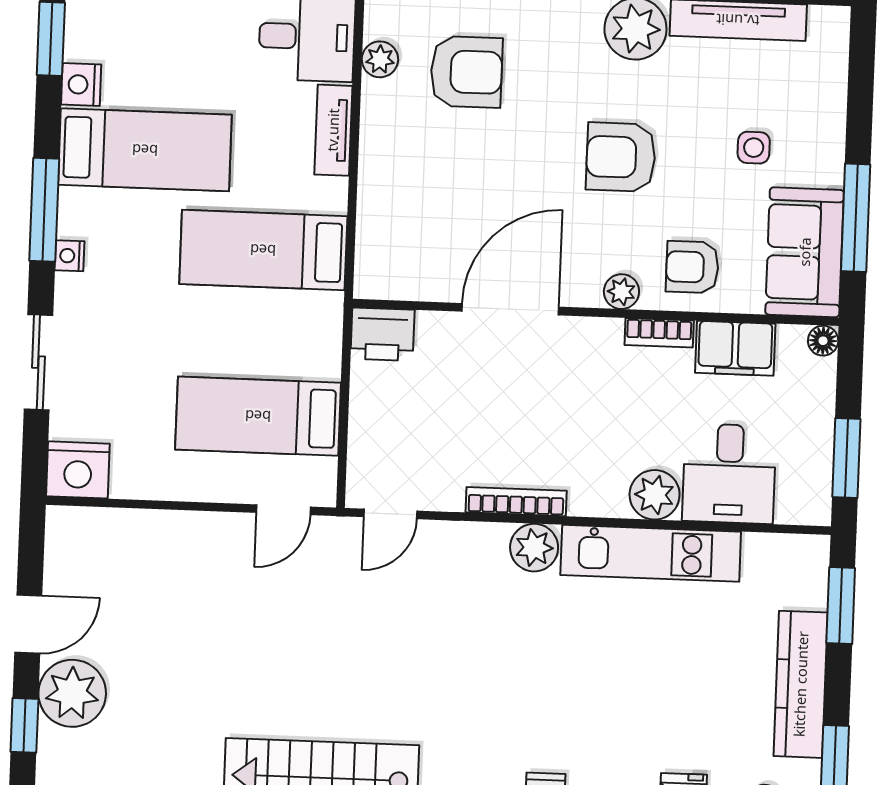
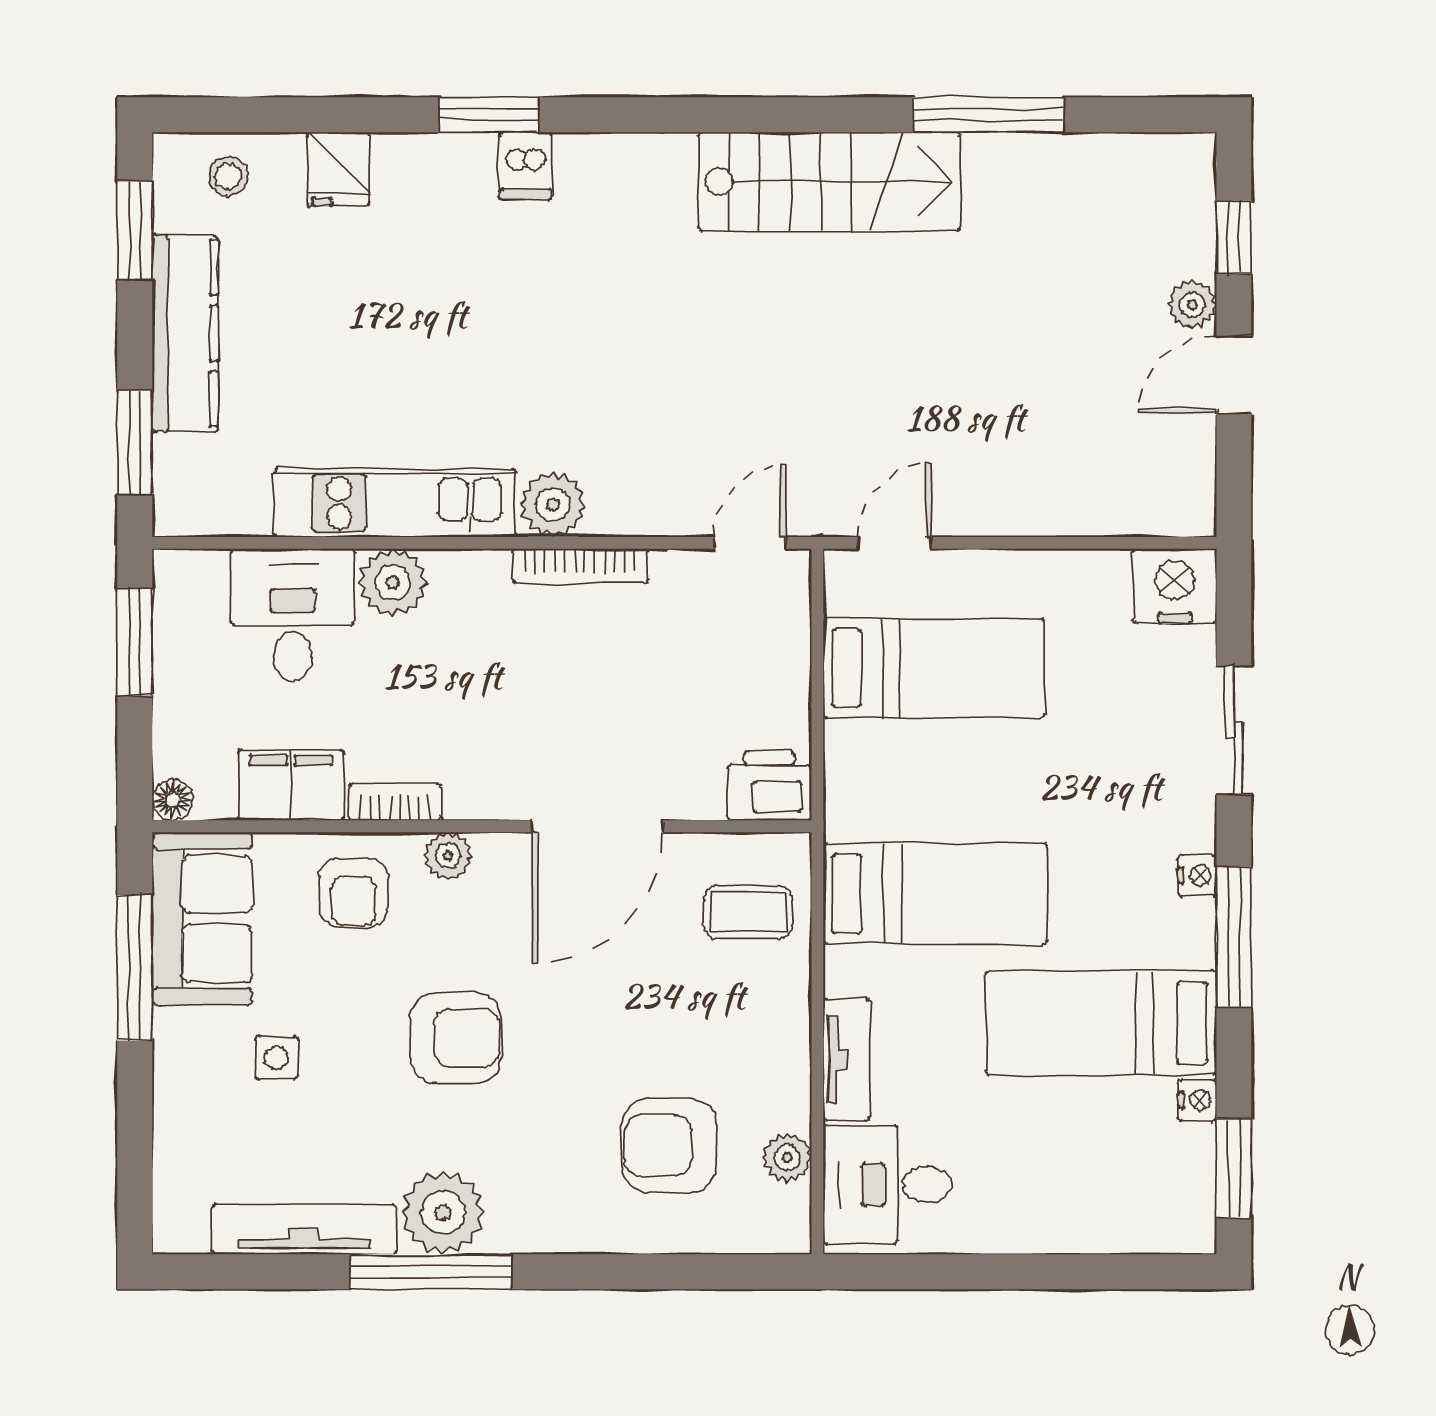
nightstand: (81, 85) -> (1197, 1100), width x0.72, depth x0.74
coffee table: (402, 242) -> (748, 912), added
armchair: (692, 267) -> (354, 893), turned 90
plant: (72, 693) -> (1192, 305), width x0.53, depth x0.53

